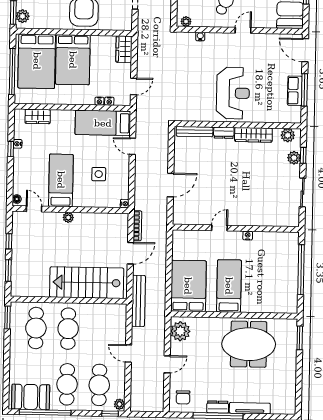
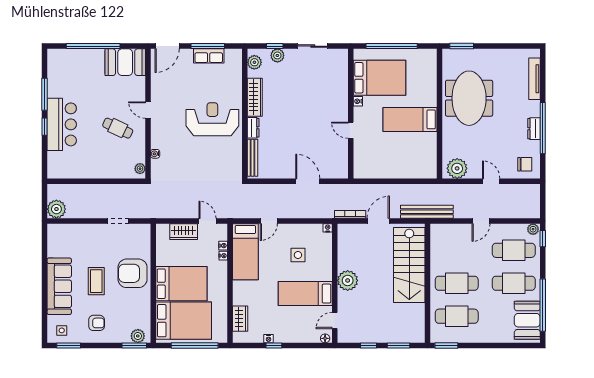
wardrobe: (124, 49) -> (184, 232), moved
plant: (68, 217) -> (348, 280), width x1.87, depth x1.87
door: (130, 253) -> (378, 221), hinge flipped
bed: (188, 286) -> (379, 78), moved, turned 180
tv unit: (250, 408) -> (535, 79), moved

